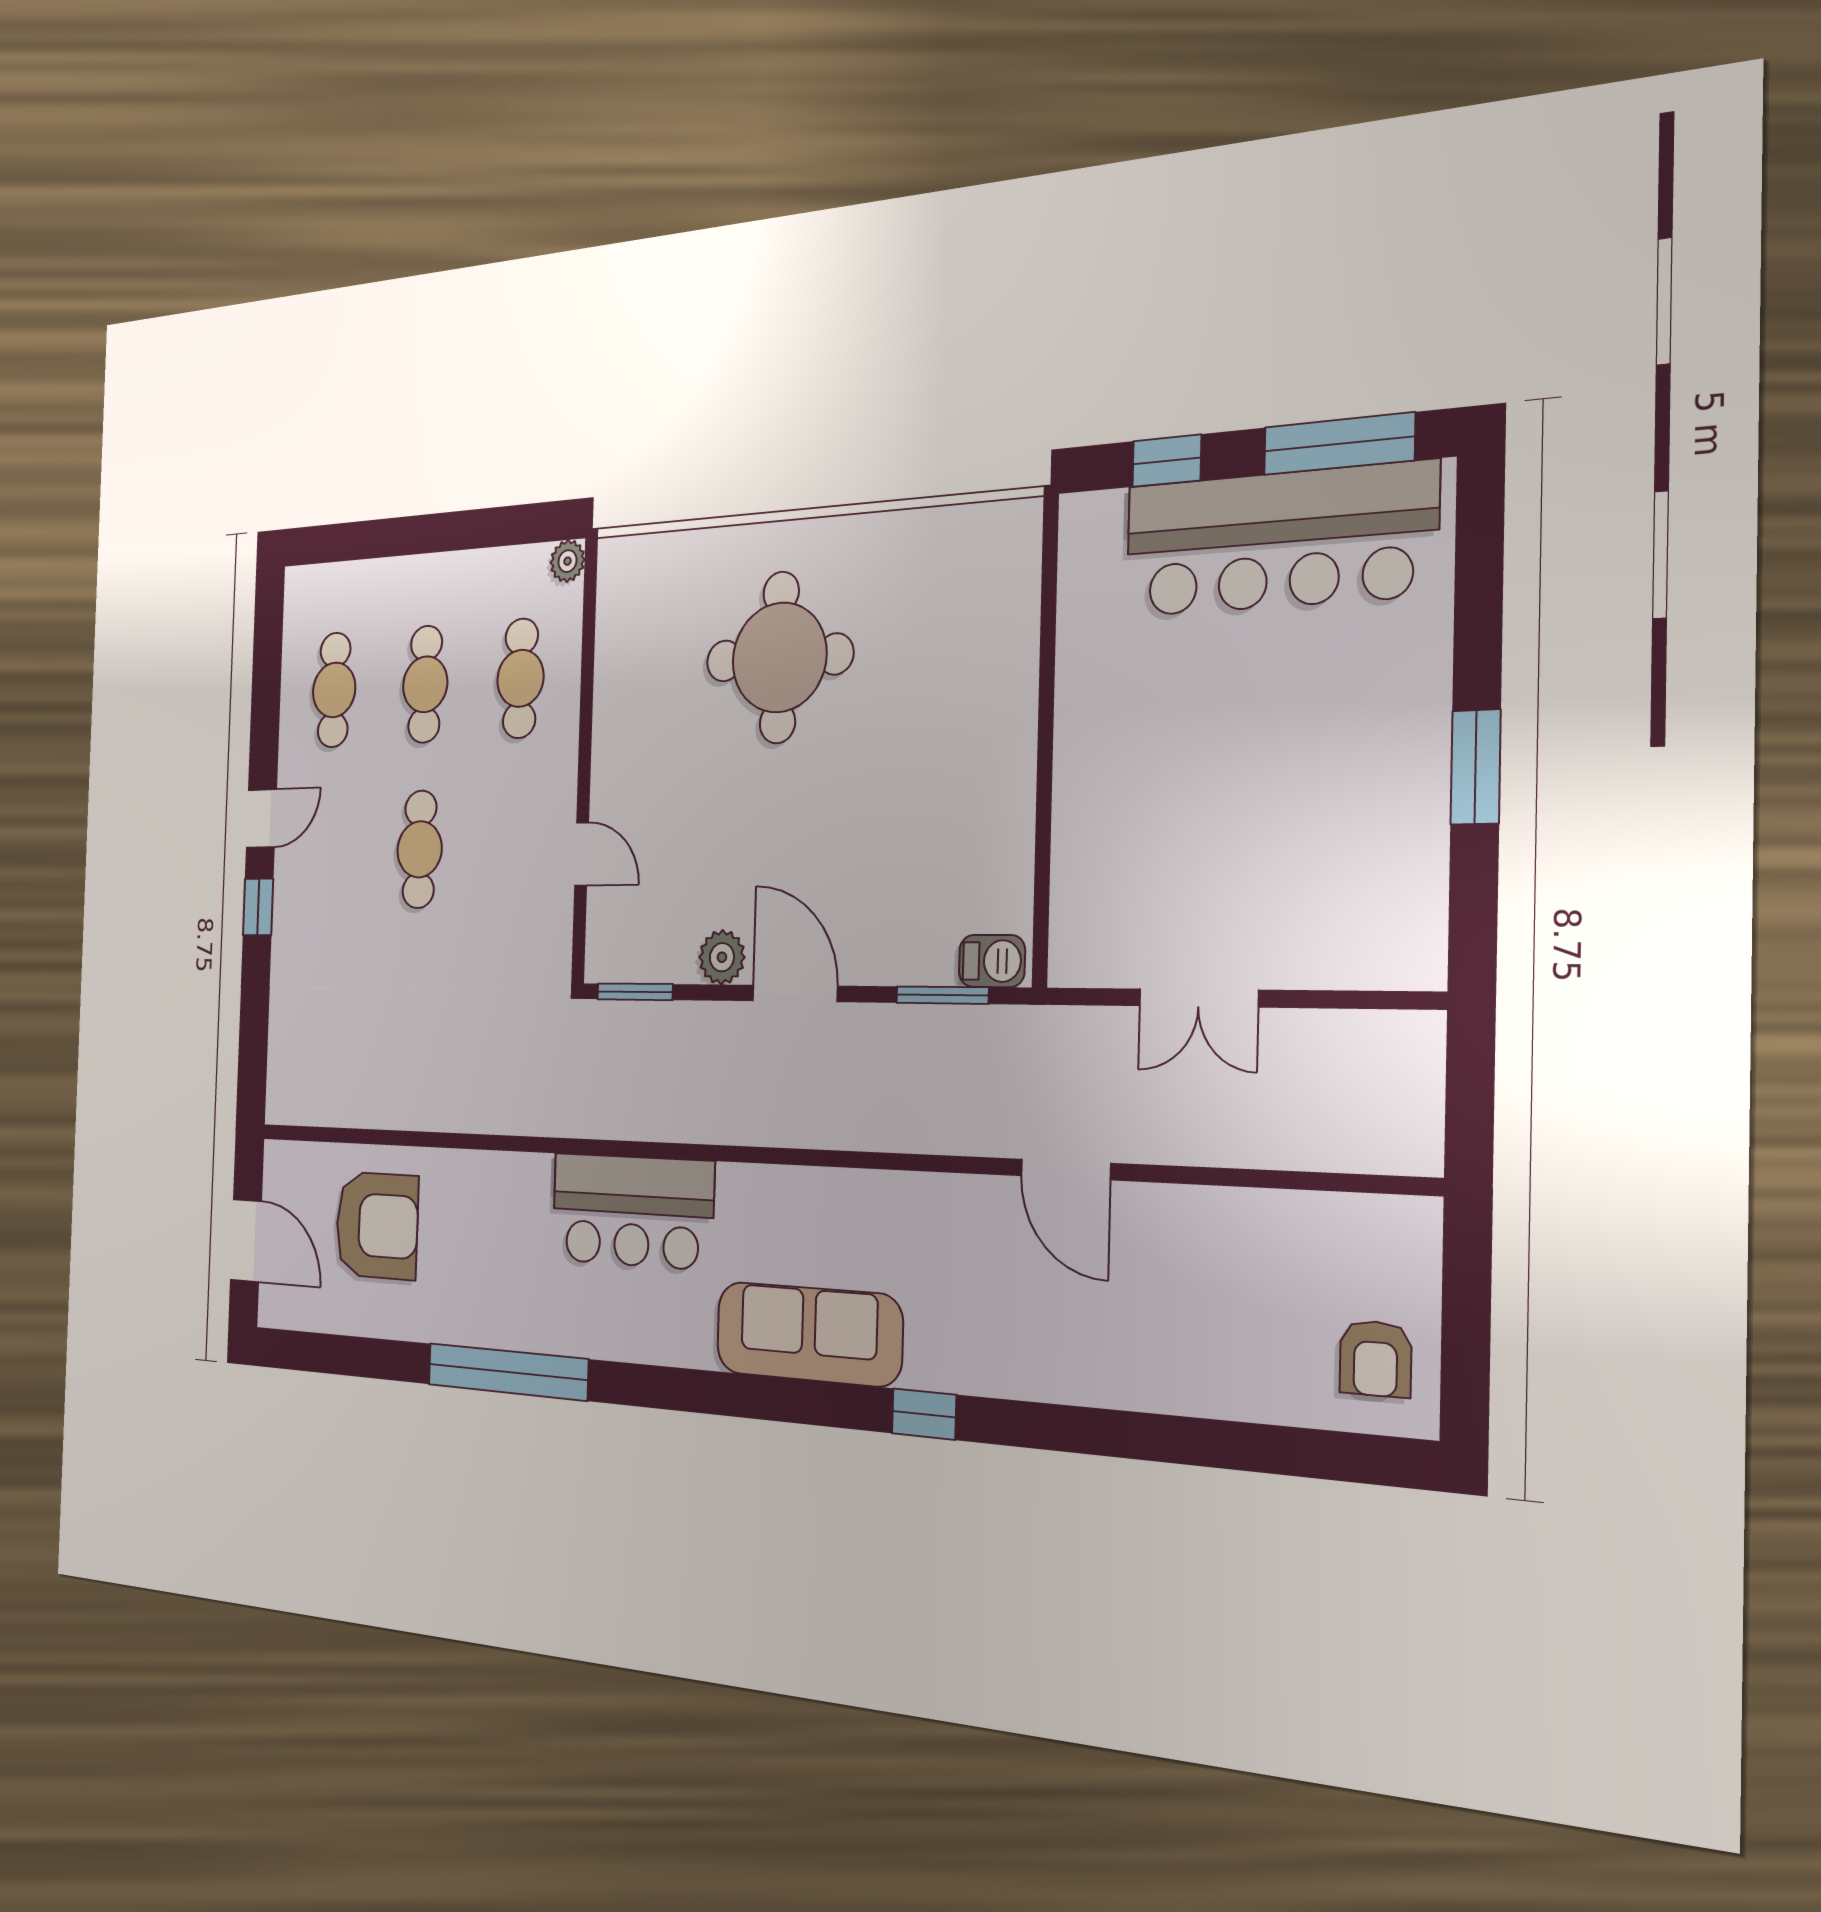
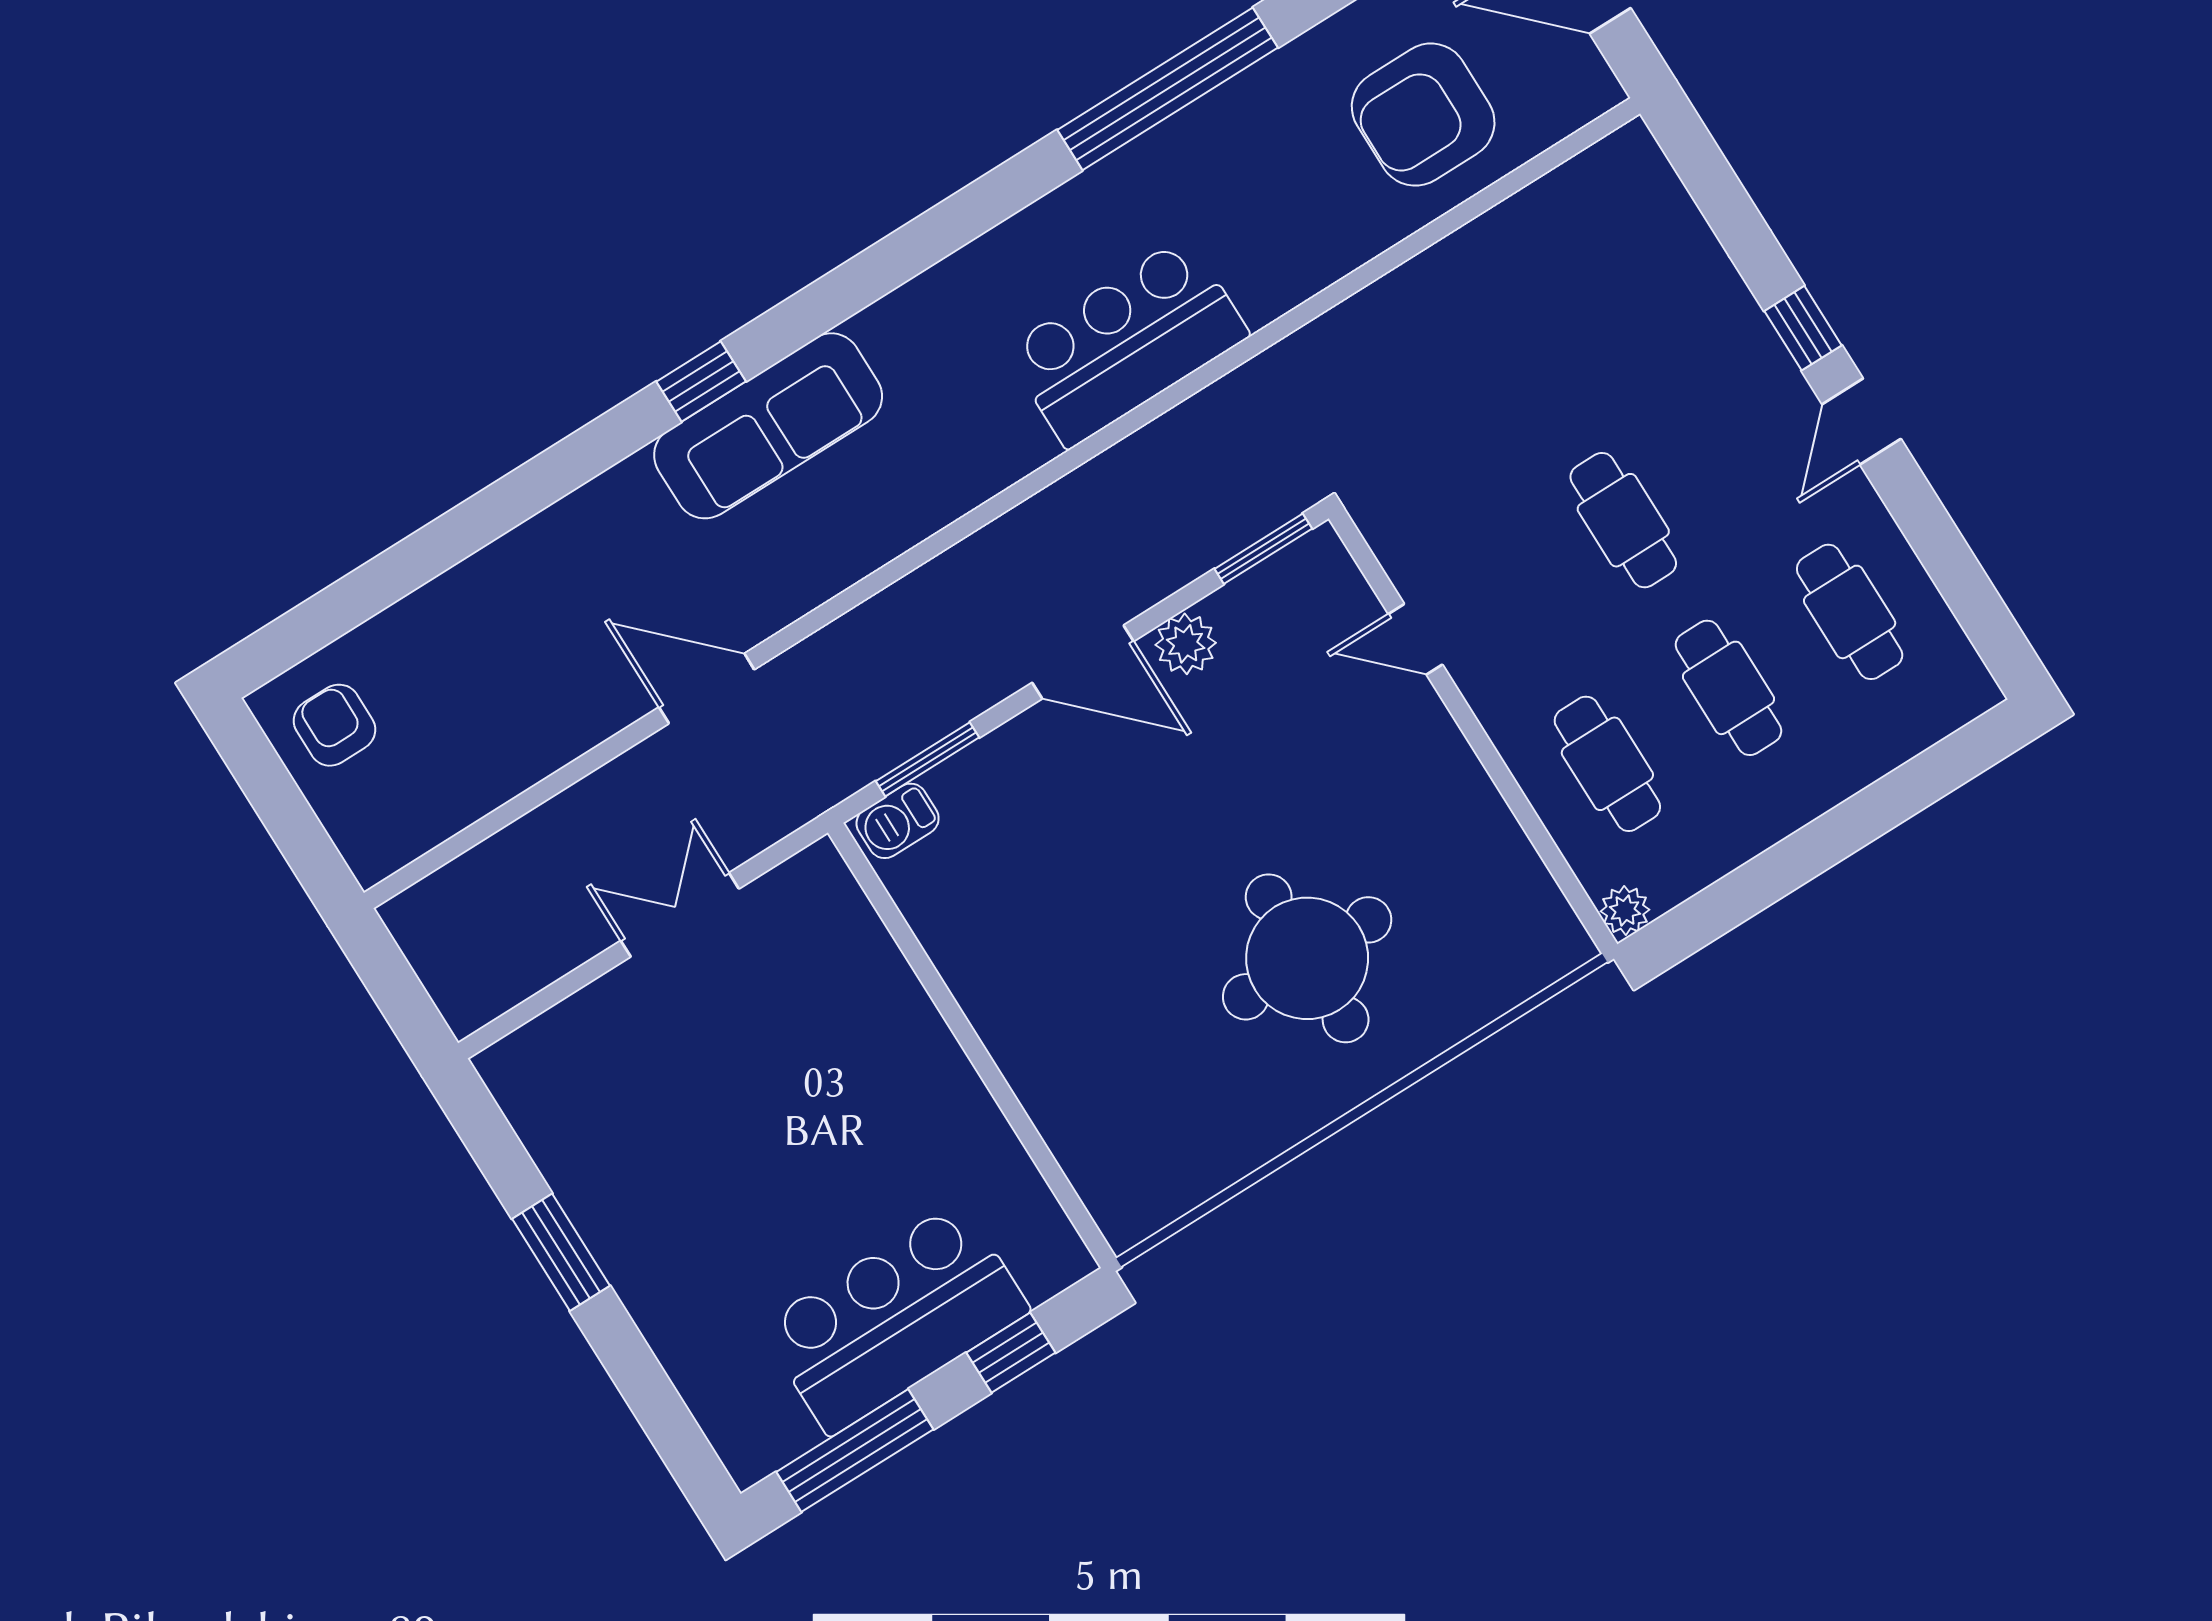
bar counter: (1279, 540) -> (895, 1318), width x0.73
sofa: (809, 1334) -> (768, 426), moved

